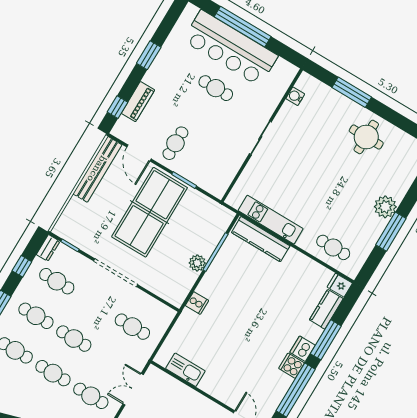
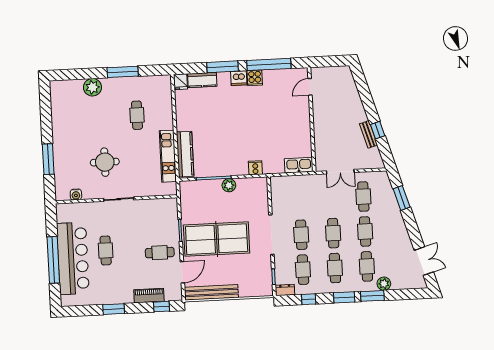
round table: (366, 137) -> (105, 162), moved
plant: (385, 207) -> (92, 87), moved
cafe table: (333, 247) -> (137, 115), moved
cafe table: (132, 327) -> (301, 235), moved
kitchen sink: (185, 370) -> (299, 165), moved, turned 90

